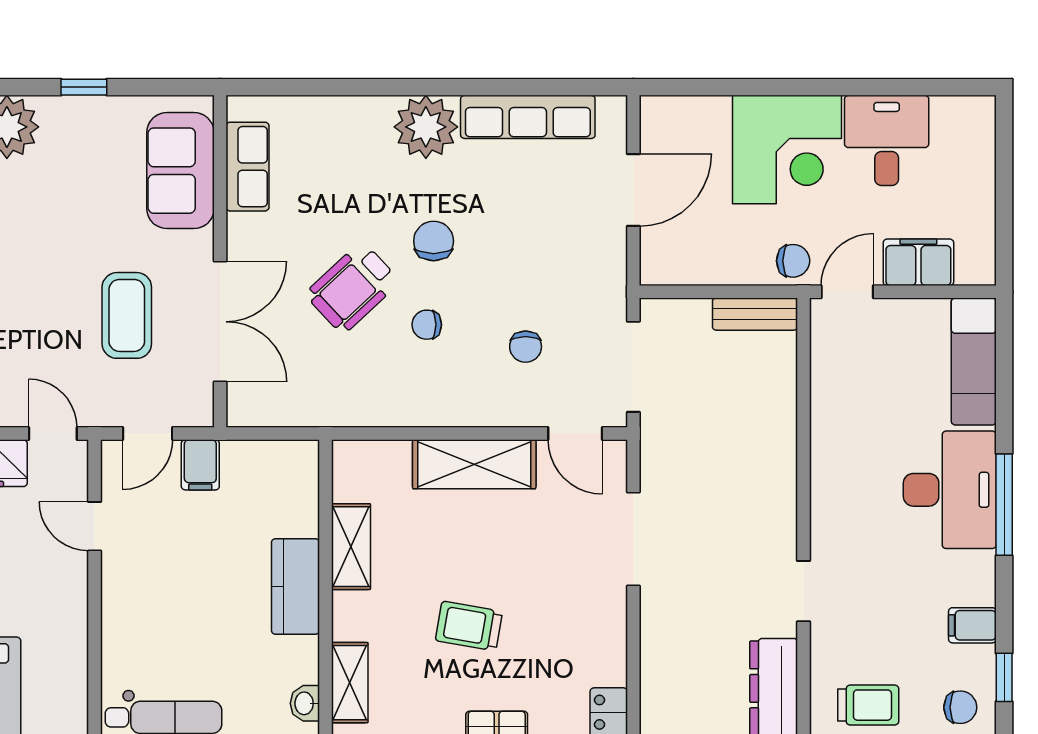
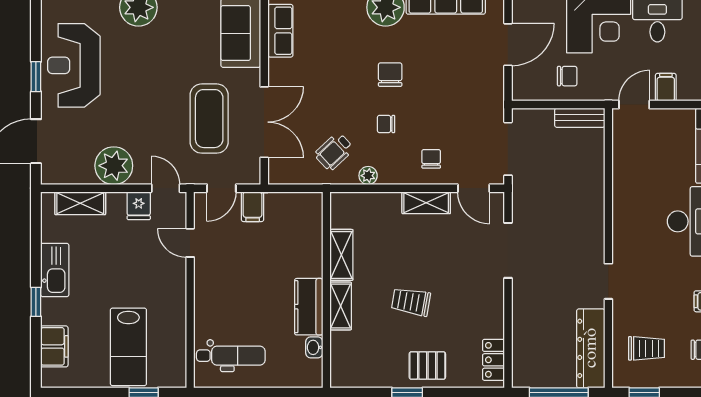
chair: (793, 261) -> (567, 76), moved
filing cabinet: (918, 262) -> (666, 87), width x0.50
wheelchair: (352, 288) -> (334, 151), moved, width x0.73, depth x0.73
coffee table: (127, 315) -> (209, 119), width x1.36, depth x1.32
chair: (526, 347) -> (431, 159), moved, turned 180
plant: (396, 412) -> (368, 176), added
shelving: (474, 464) -> (426, 203), width x0.67, depth x0.75
kitchen counter: (295, 586) -> (309, 307), moved
shelving: (350, 683) -> (341, 306), moved

